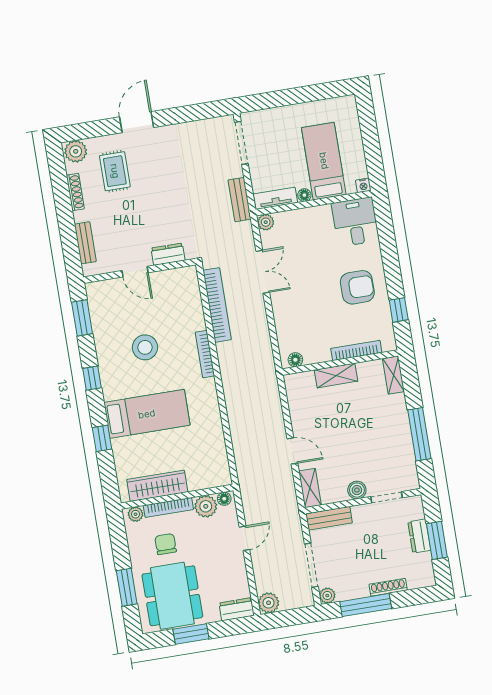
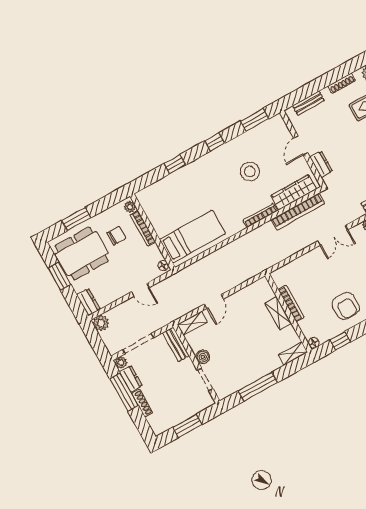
bookcase: (356, 350) -> (291, 304), moved
floor lamp: (295, 360) -> (314, 343), moved
bed: (147, 414) -> (192, 236), moved, turned -90
wardrobe: (157, 486) -> (294, 192), moved, turned -90
plant: (206, 506) -> (153, 254), removed
dresser: (419, 536) -> (131, 379), moved, turned 90

